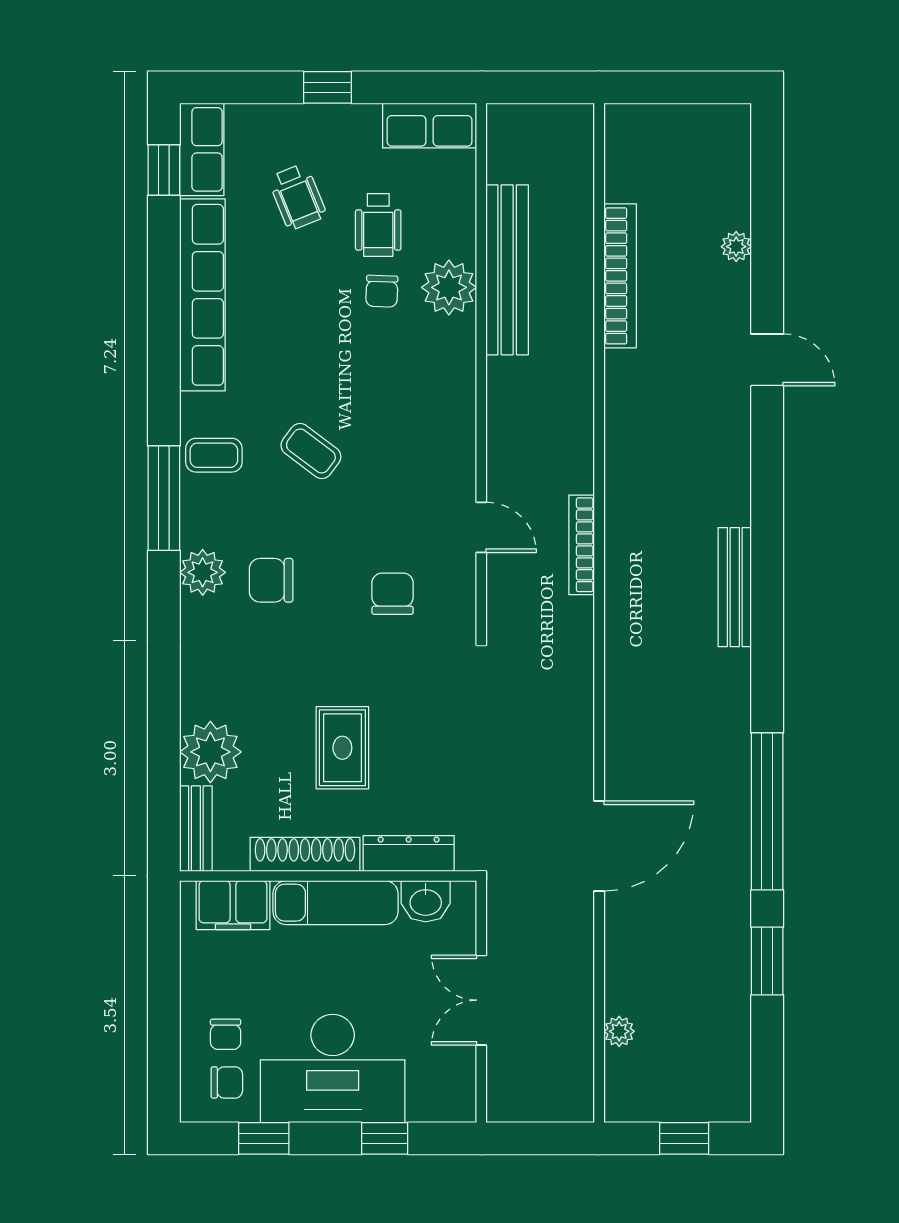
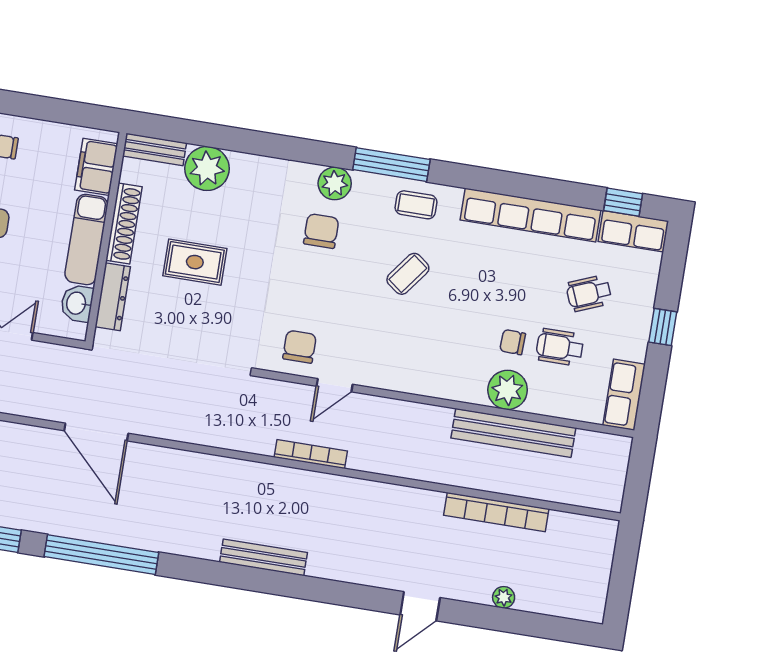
coffee table: (214, 455) -> (416, 205), turned 90
chair: (393, 594) -> (300, 347), moved, turned -90

